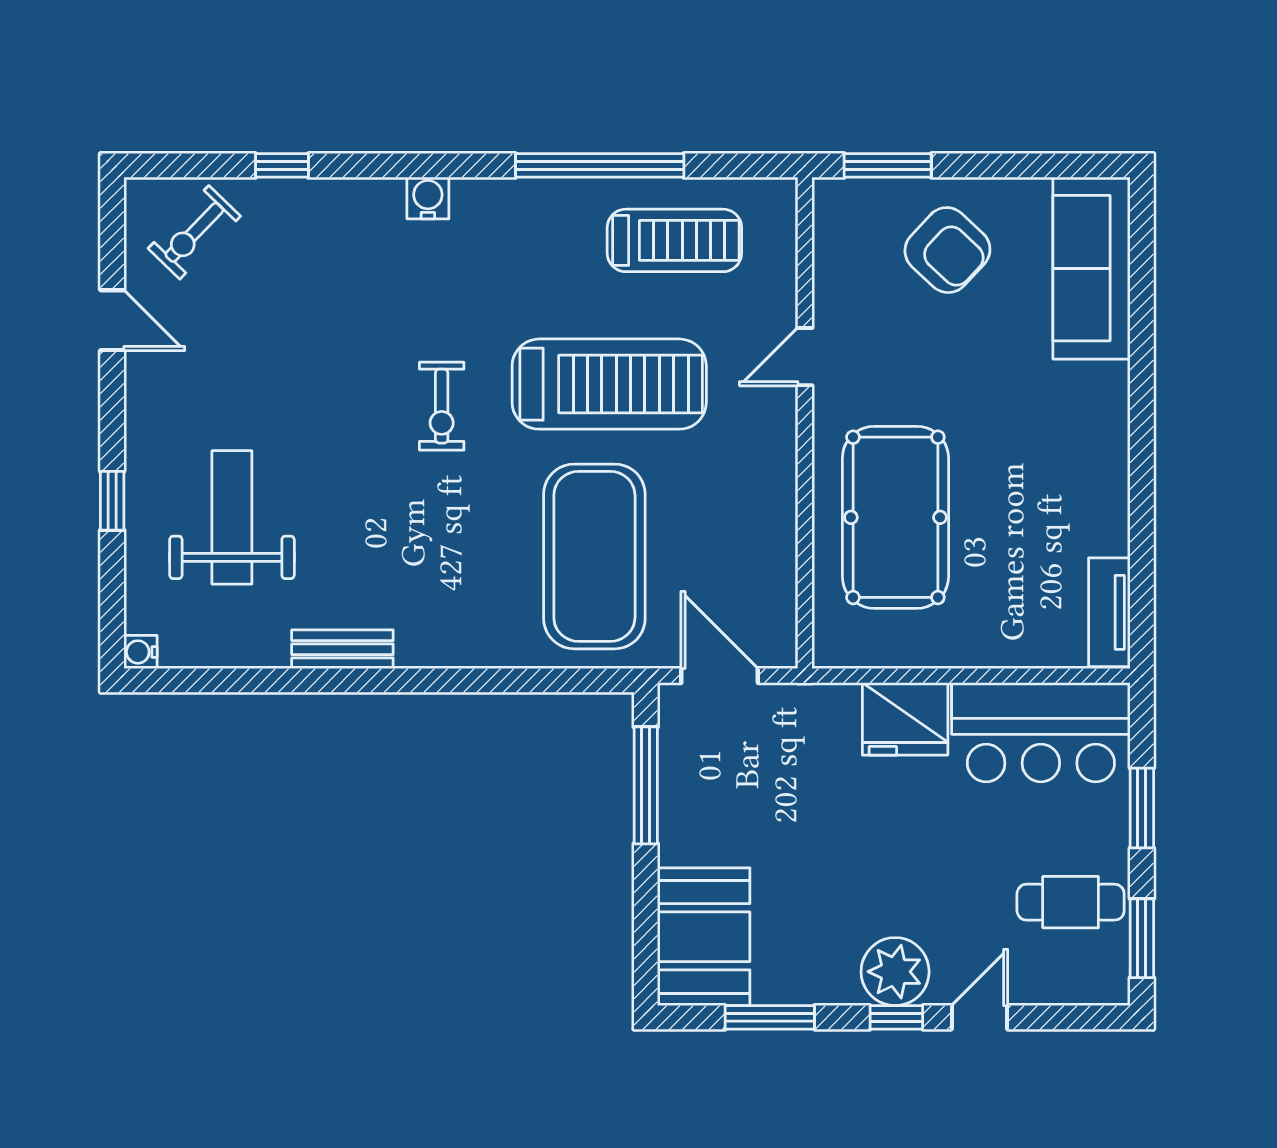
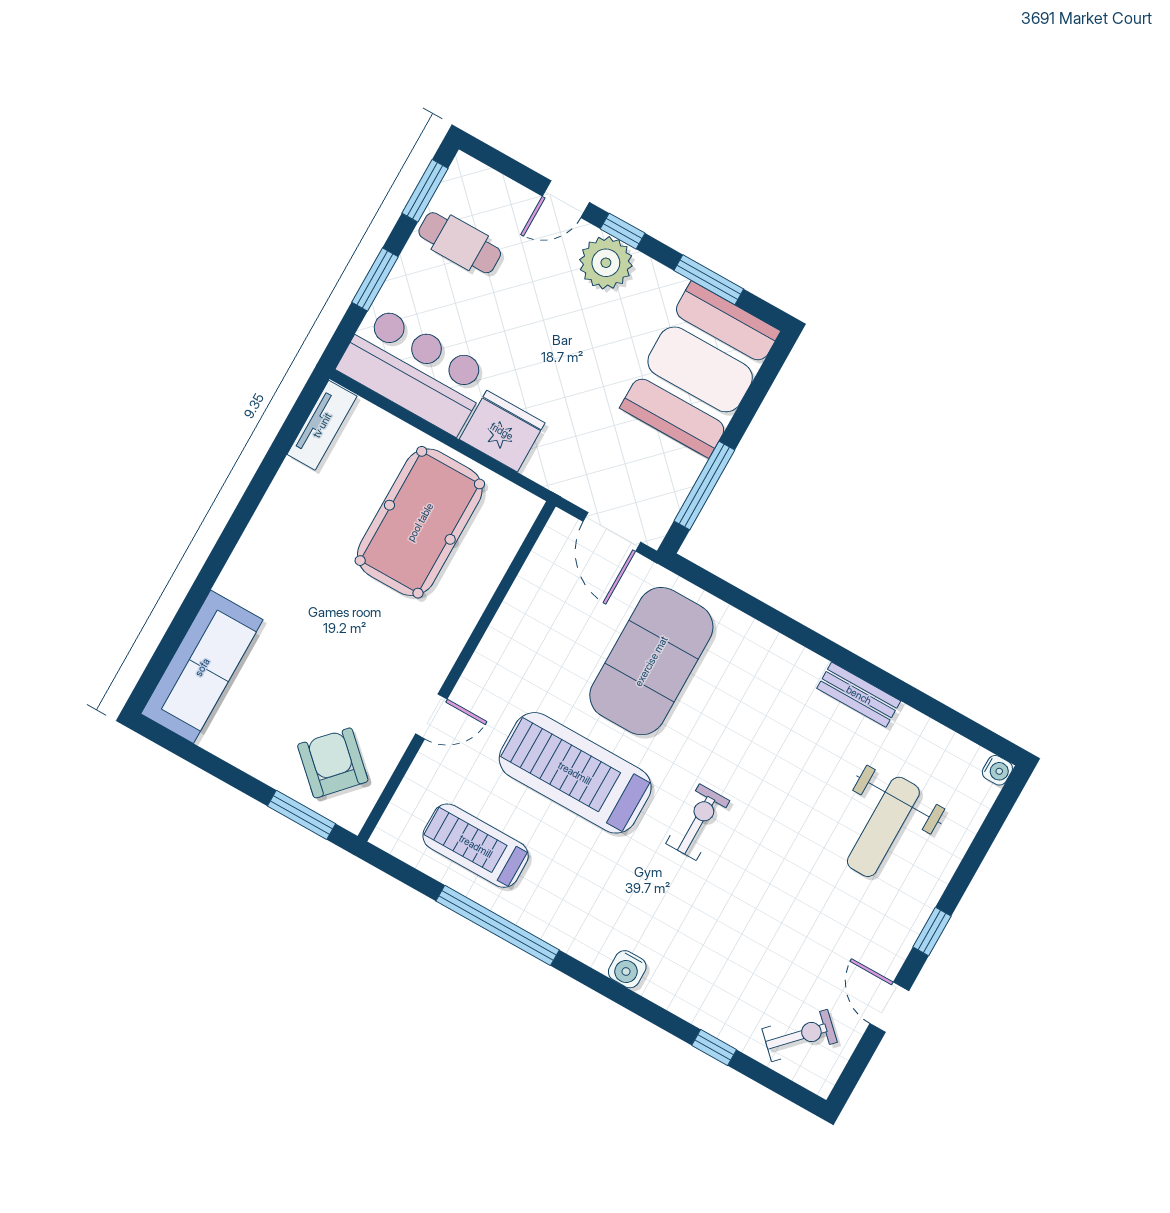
armchair: (947, 250) -> (333, 763), moved
window: (112, 501) -> (932, 932), moved
pool table: (895, 517) -> (420, 522), moved
booth: (704, 937) -> (700, 369), width x1.36, depth x1.42

